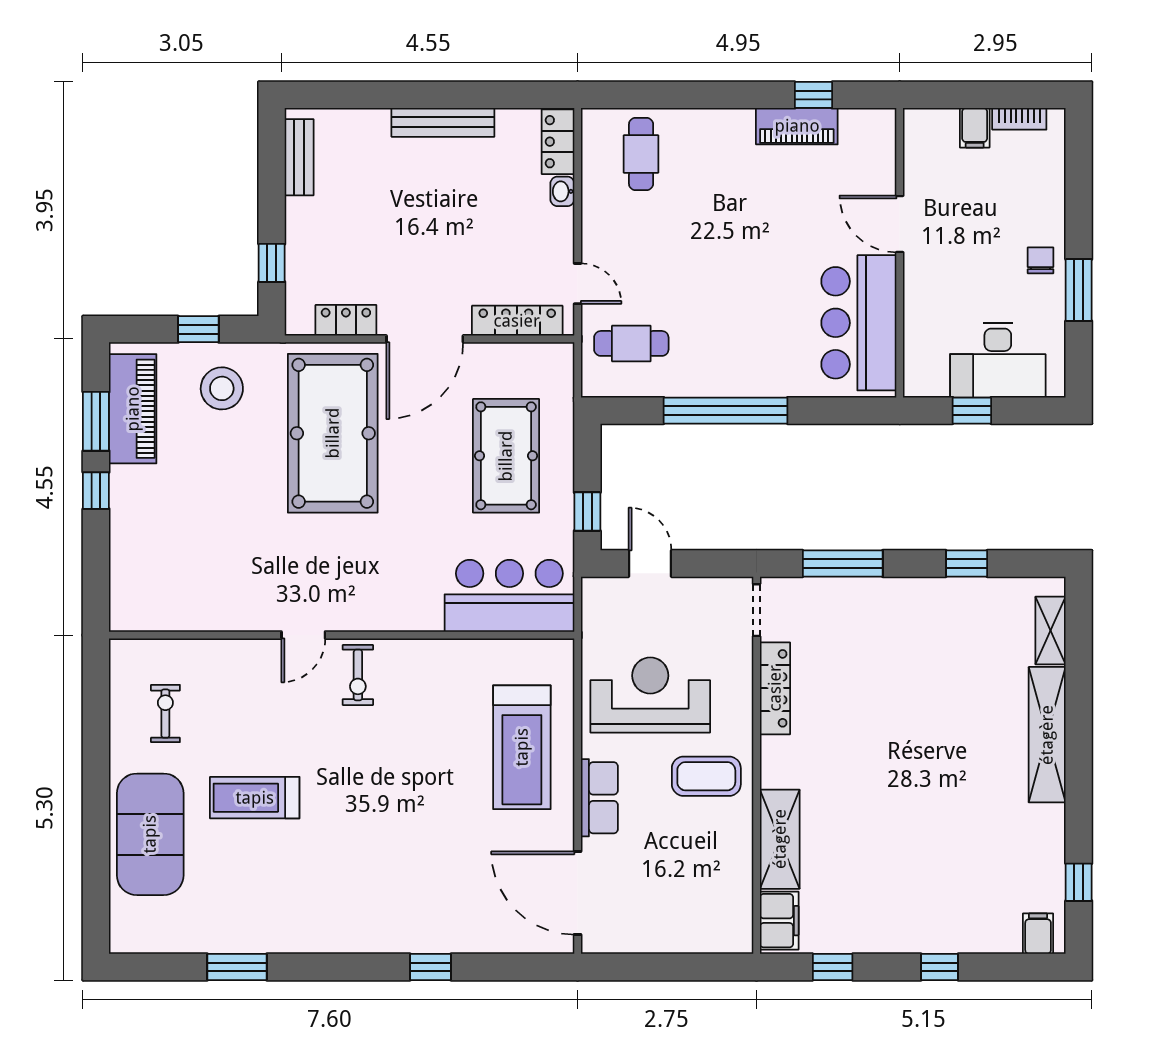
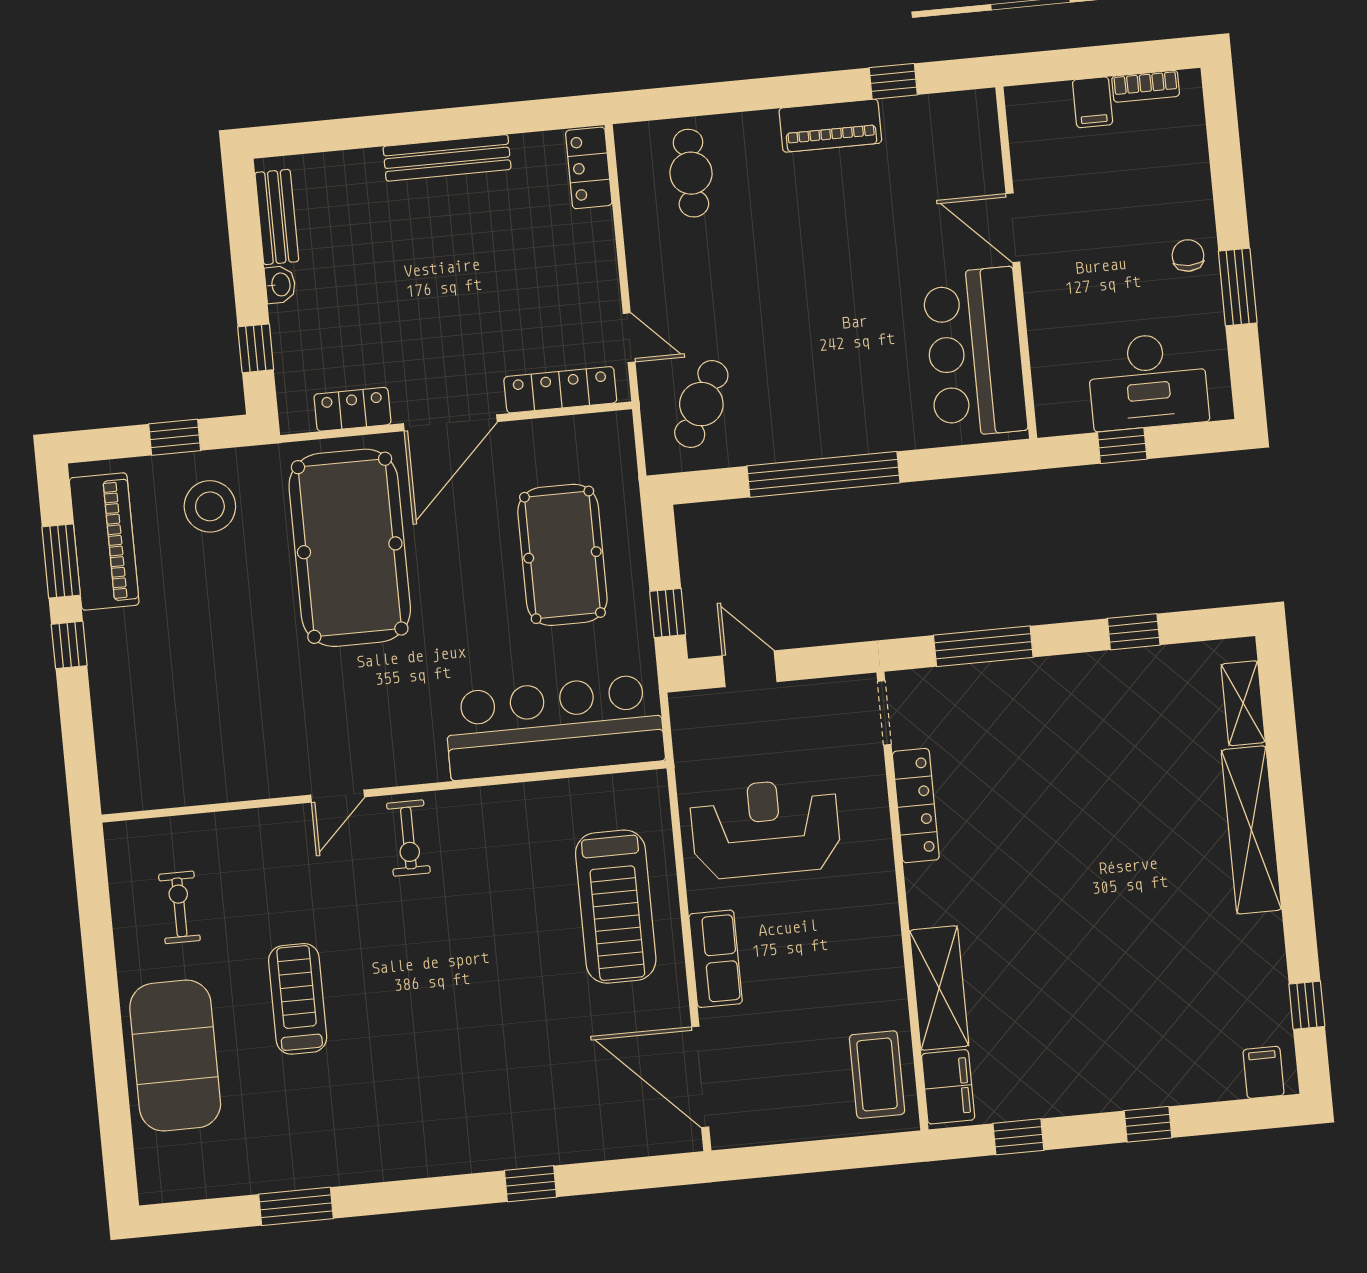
piano: (797, 126) -> (830, 126), moved
washbasin: (562, 191) -> (280, 285), moved, turned 180
cafe table: (631, 343) -> (701, 404), turned -63
bar counter: (509, 596) -> (554, 727), width x1.36
coffee table: (706, 776) -> (877, 1075), moved, turned 90
treadmill: (255, 798) -> (298, 999), turned 90

